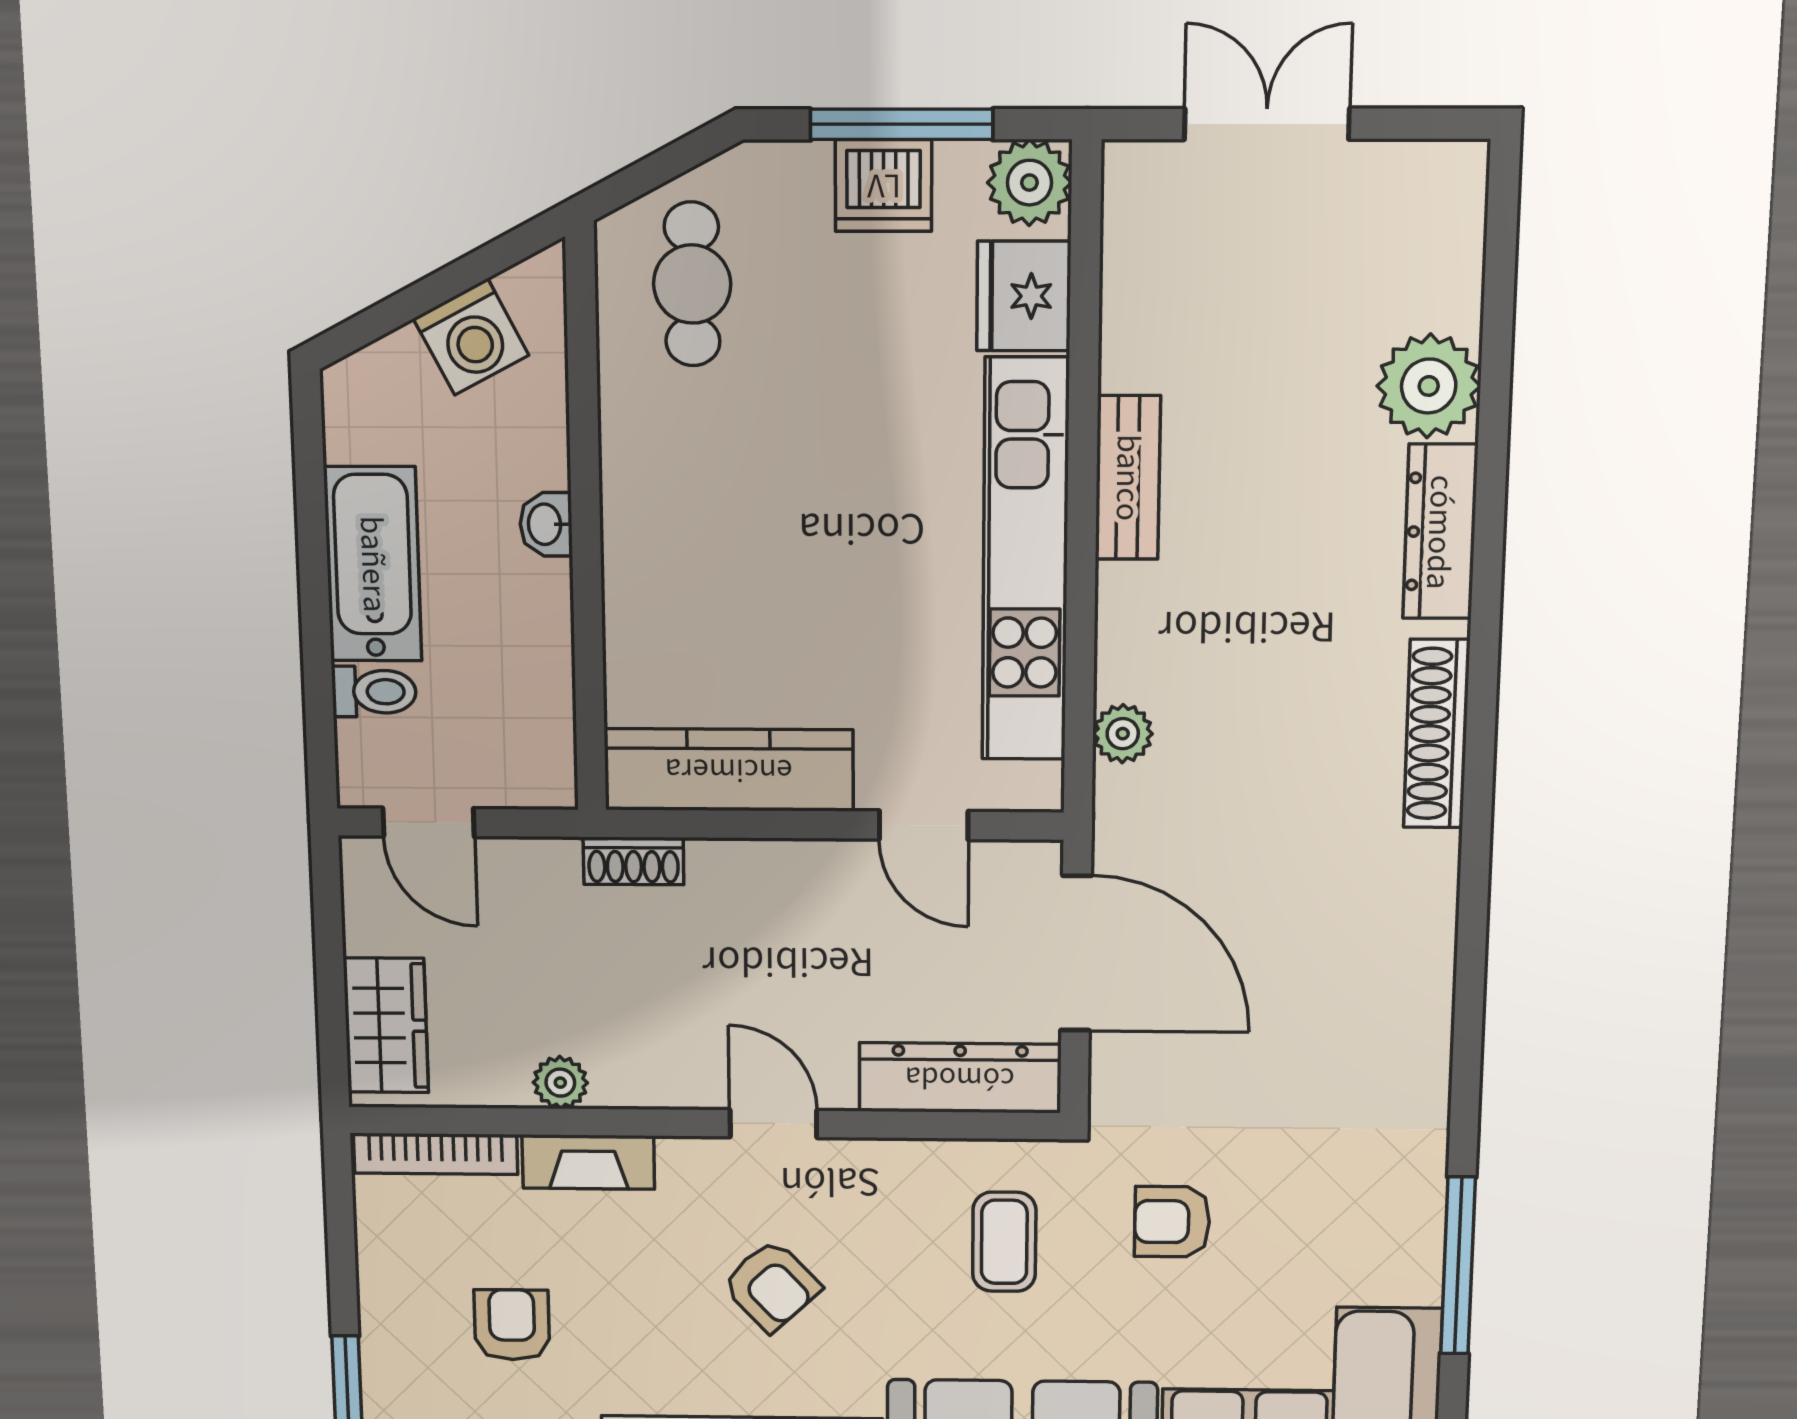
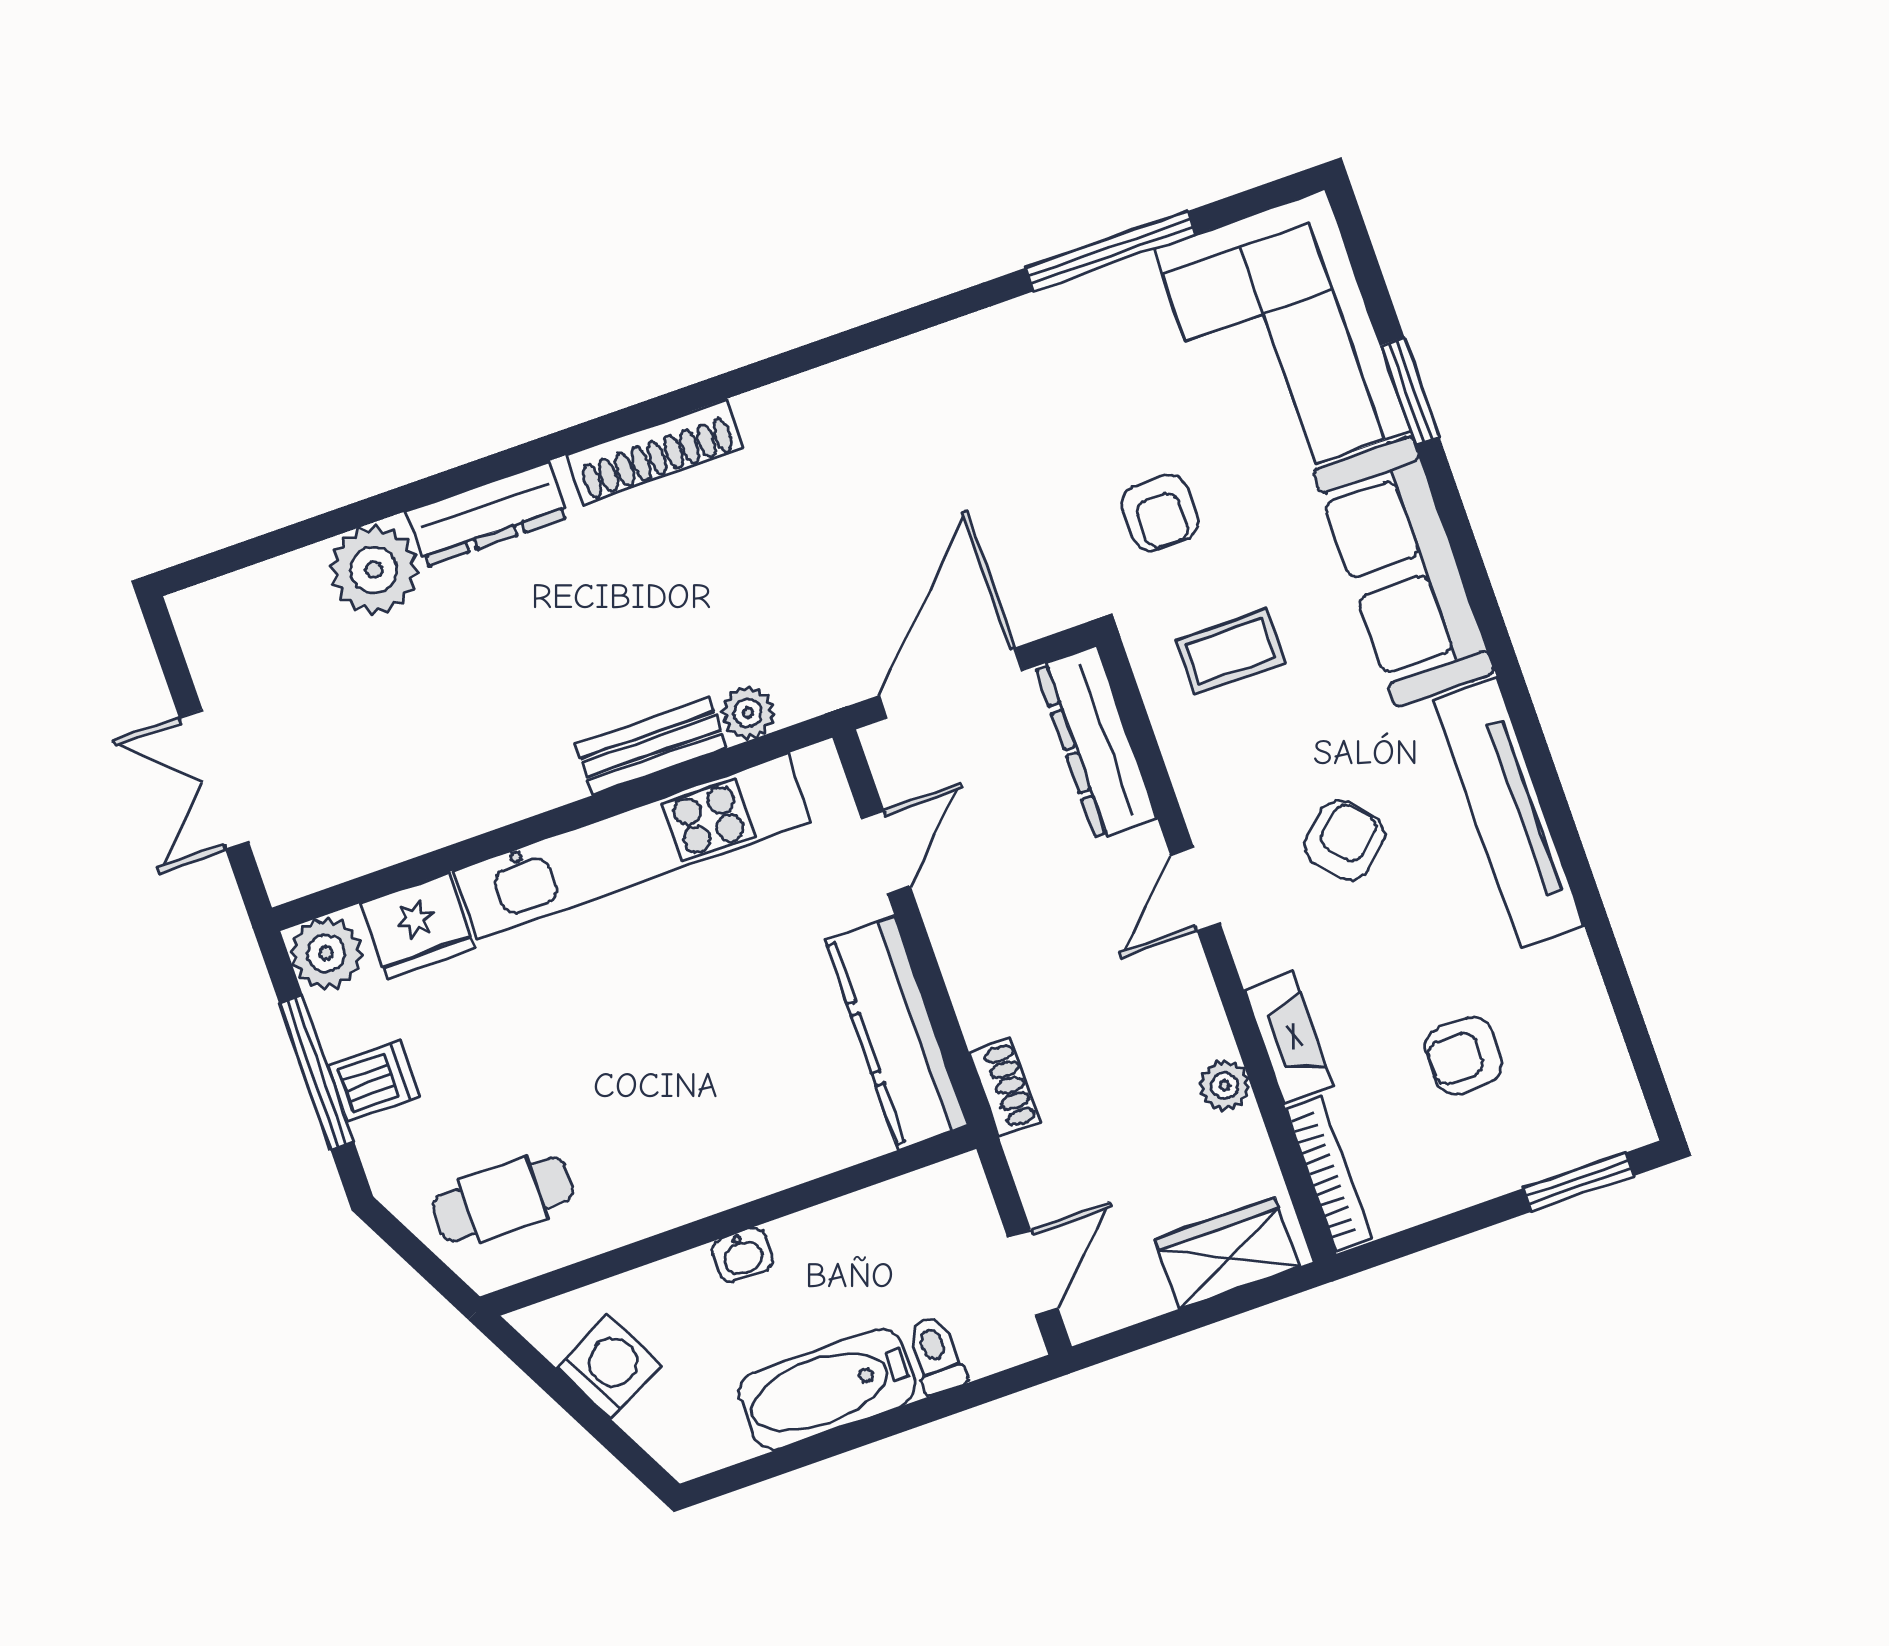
dishwasher: (884, 186) -> (373, 1081), width x0.73
bench: (1128, 478) -> (651, 746), moved

